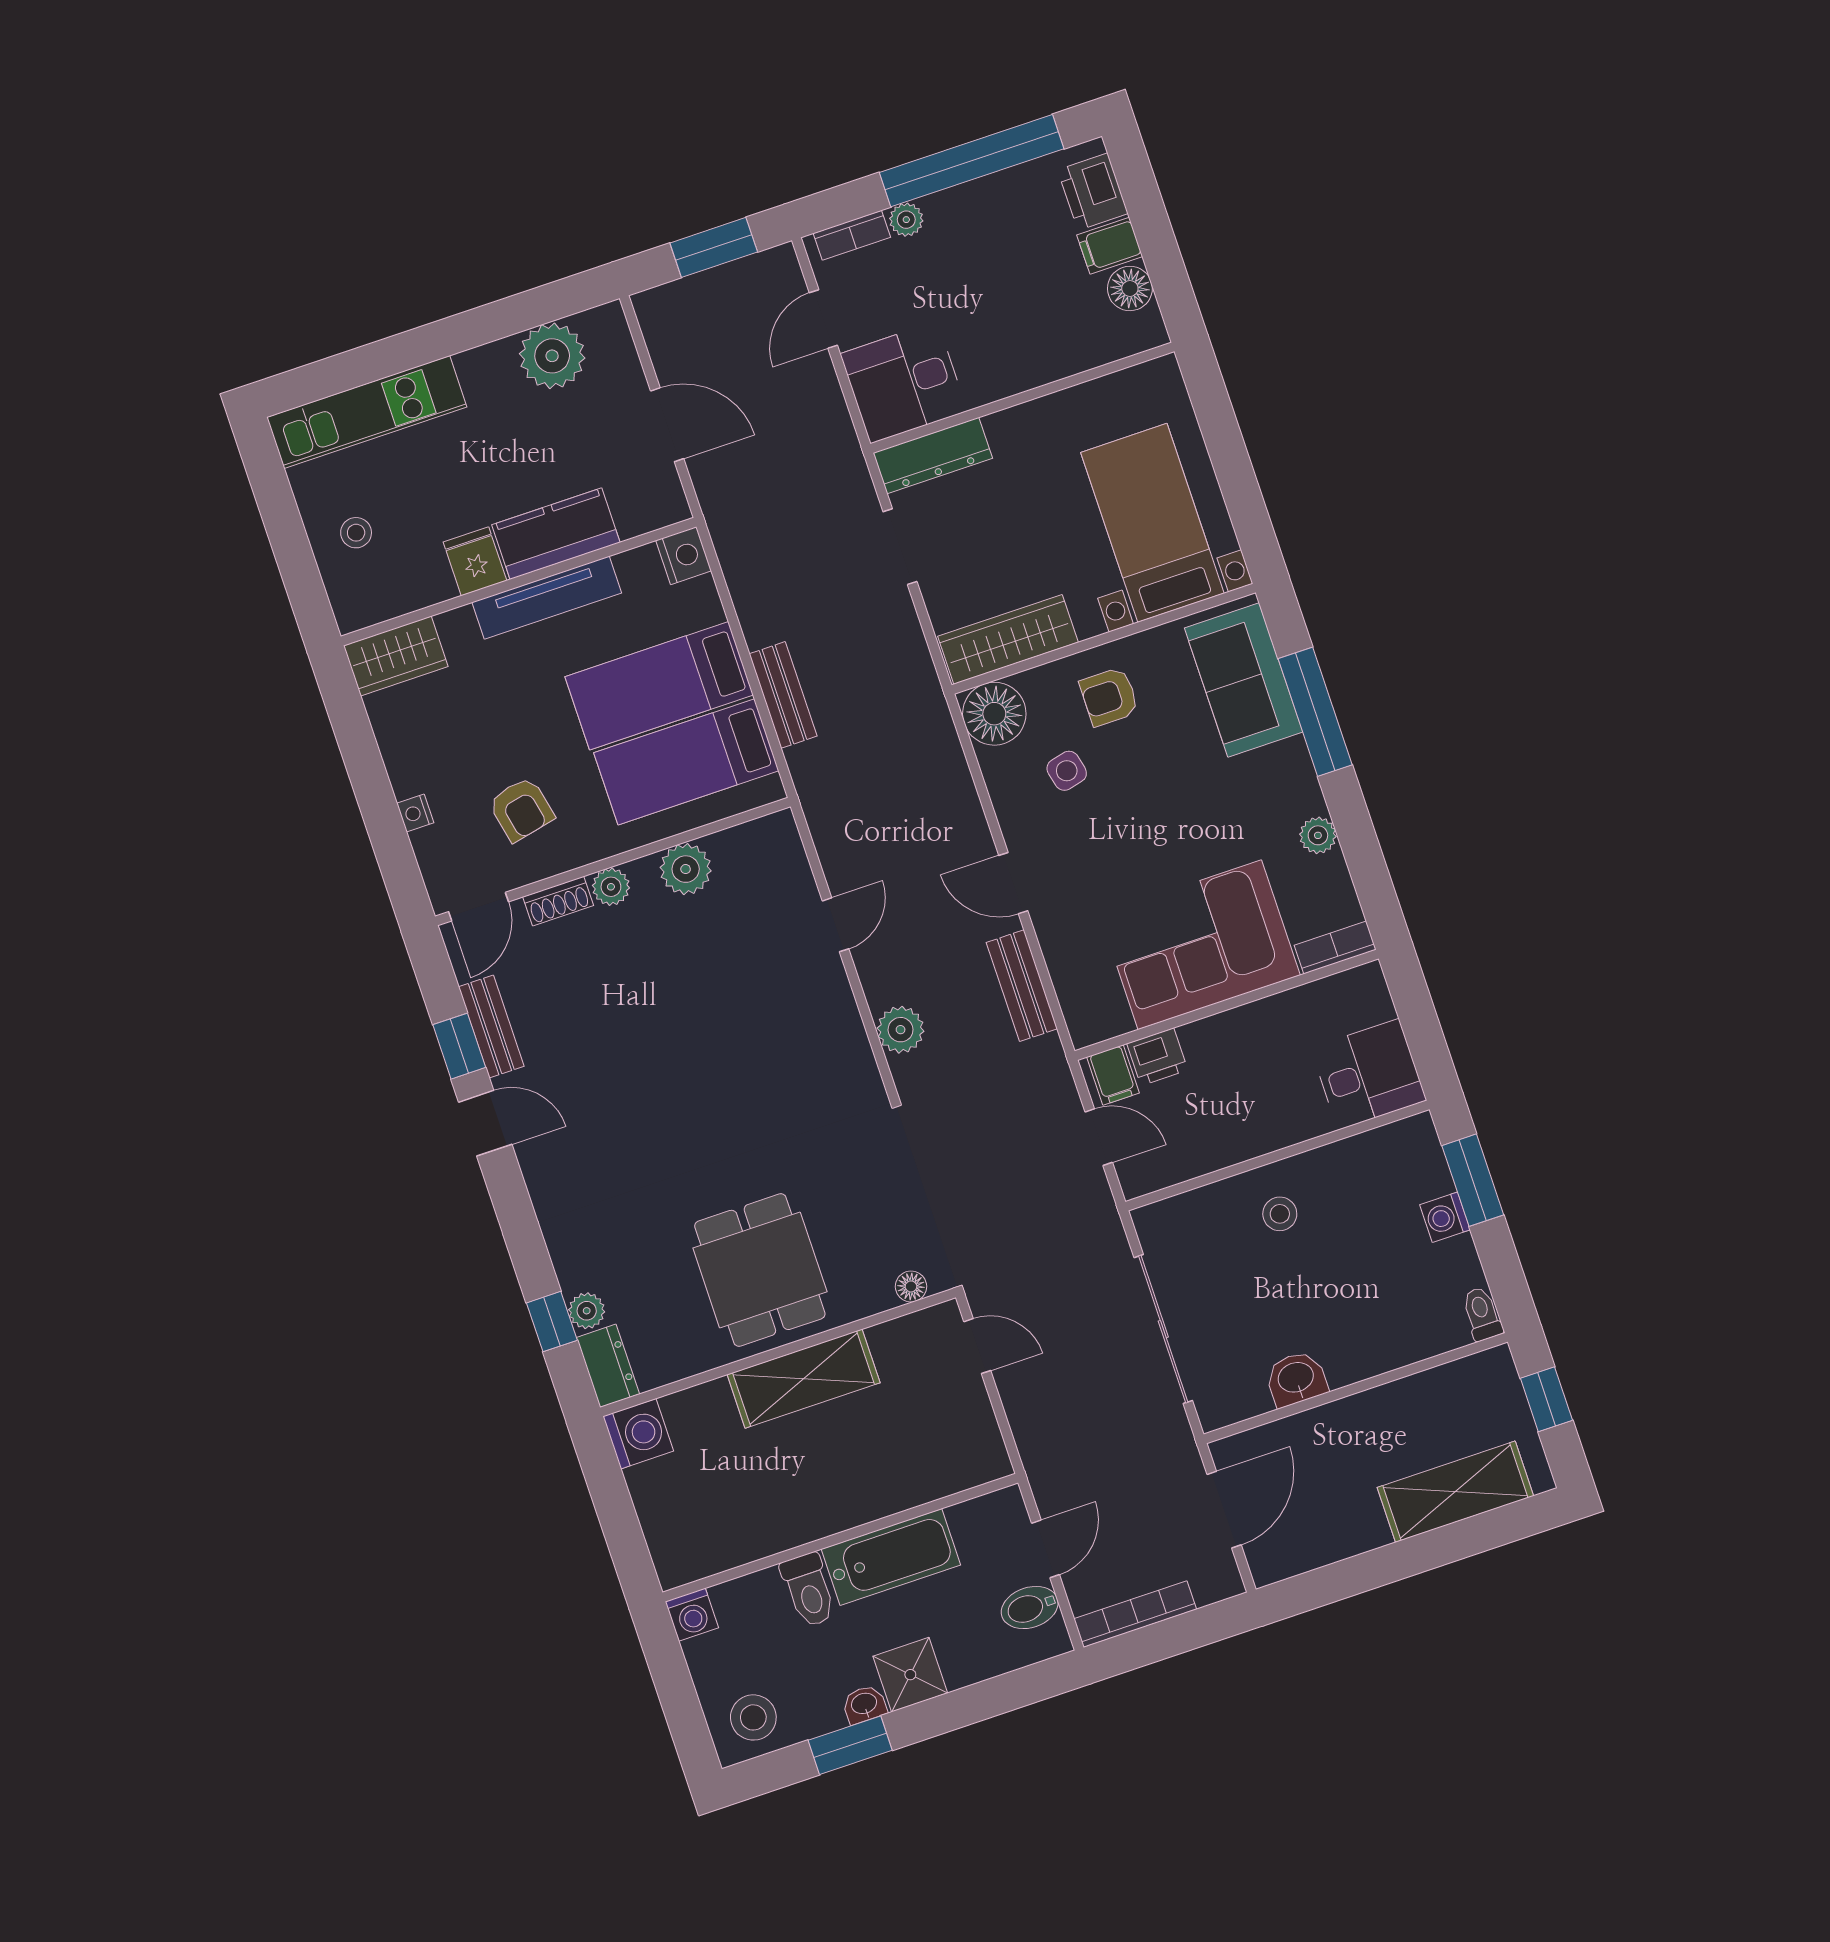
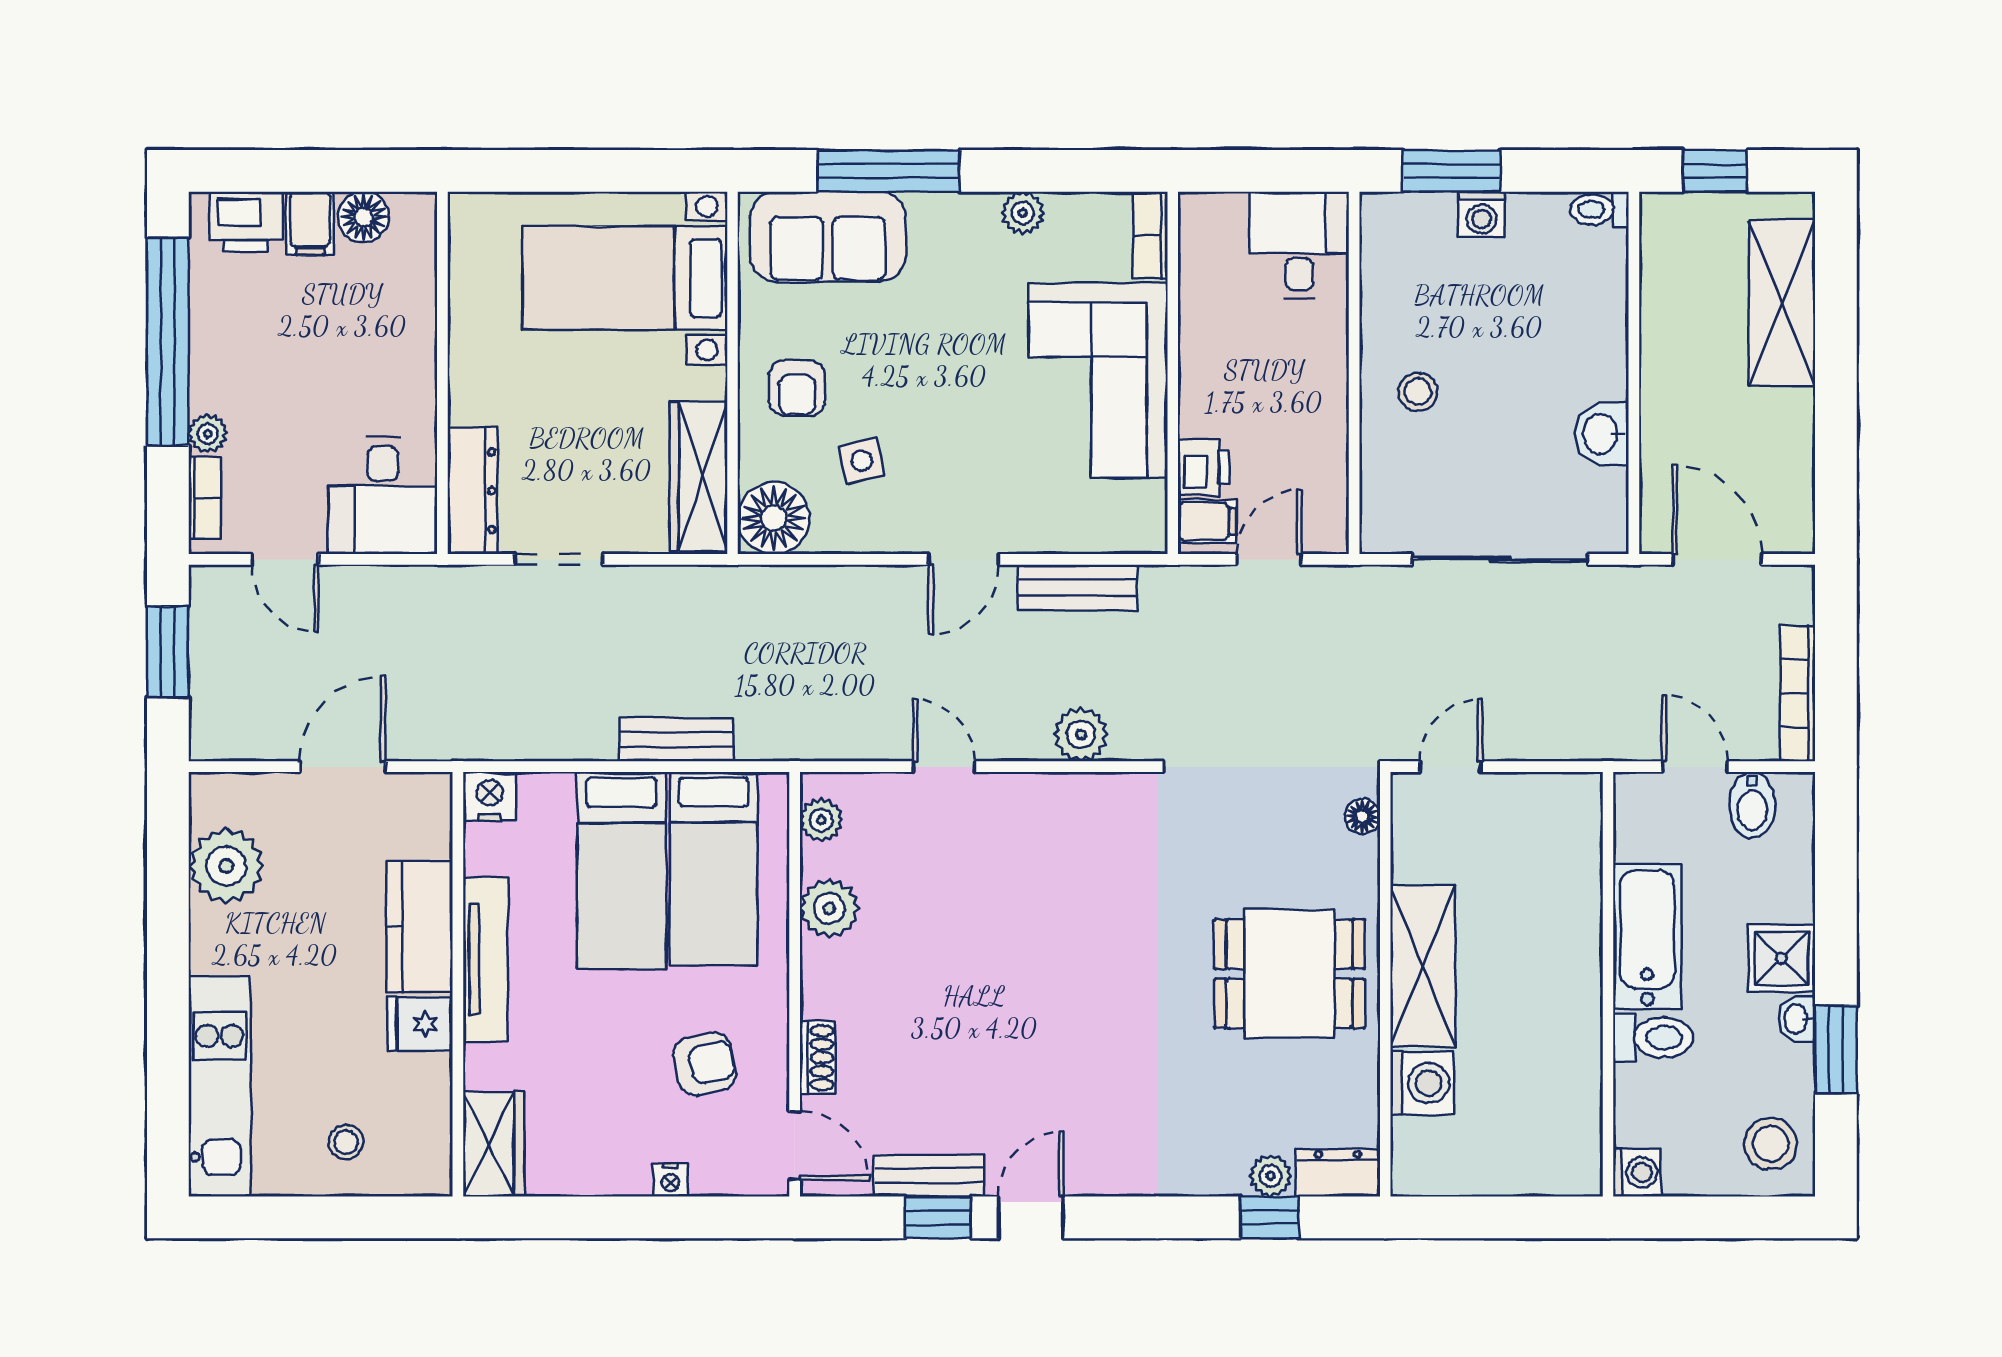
plant: (611, 887) -> (821, 820), moved
washing machine: (638, 1434) -> (1422, 1083), moved, turned 90

